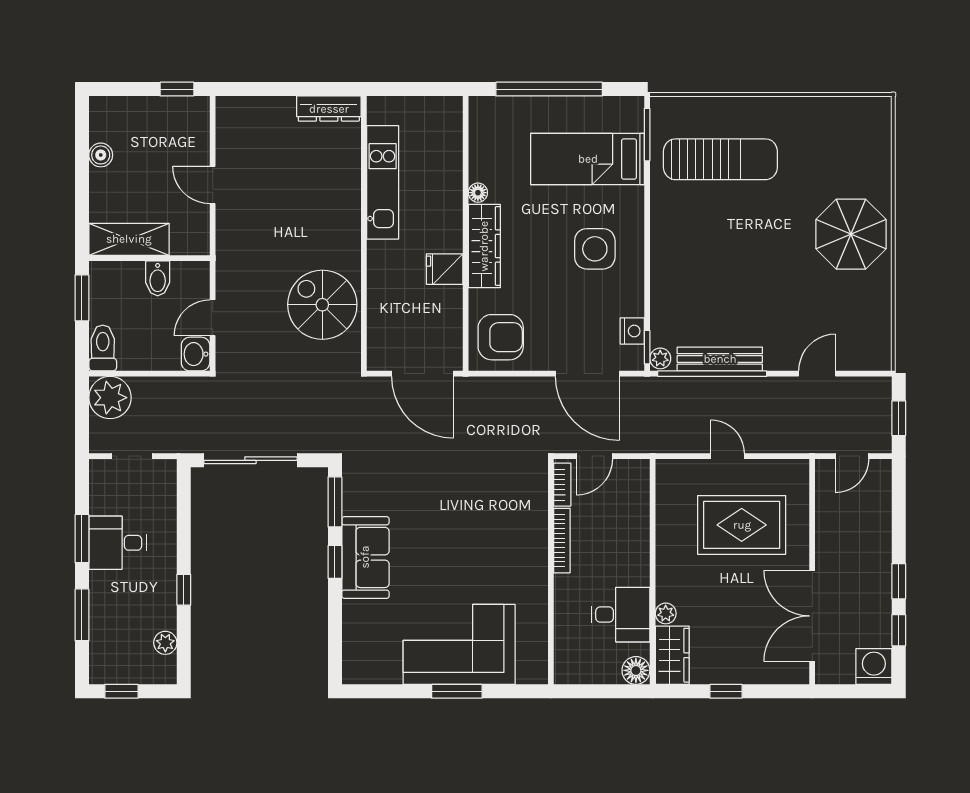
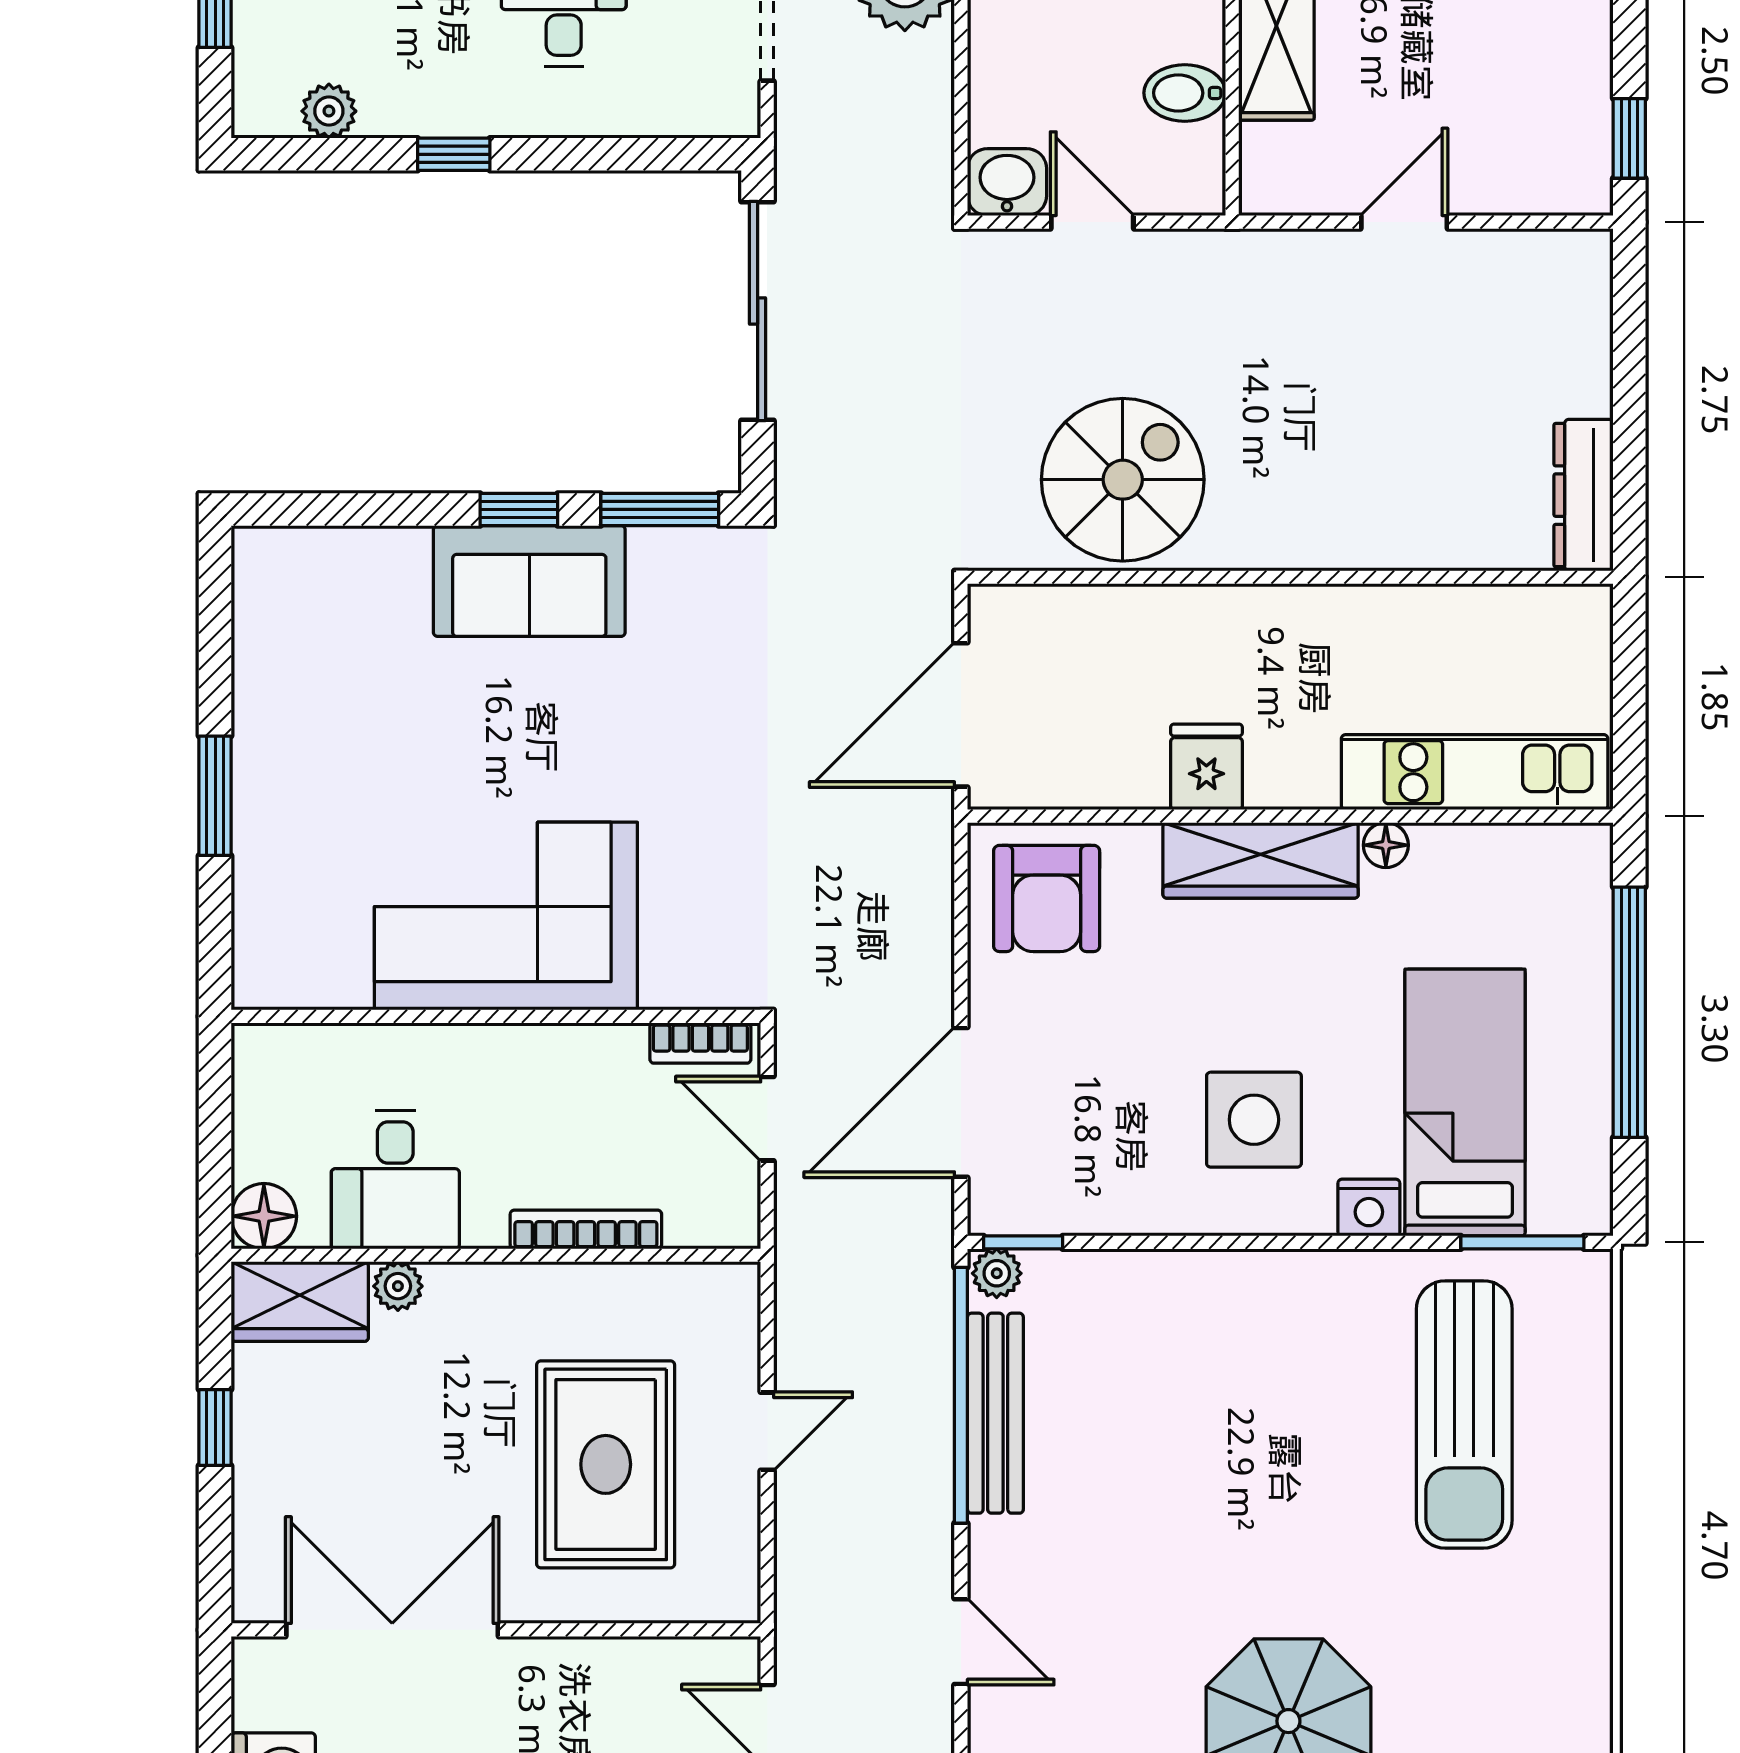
kitchen unit: (383, 182) -> (1475, 772), moved, turned 180
nightstand: (632, 331) -> (1369, 1208), moved
bookcase: (562, 541) -> (586, 1229), moved, turned 180
corner sofa: (459, 644) -> (506, 916), moved, turned -90

